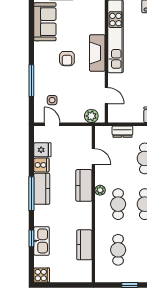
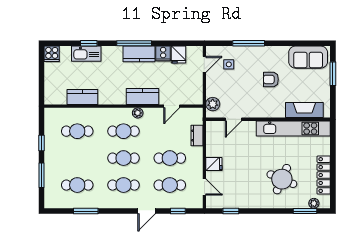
fireplace: (97, 53) -> (304, 110), moved

